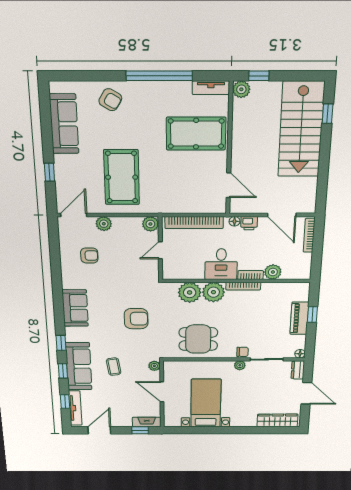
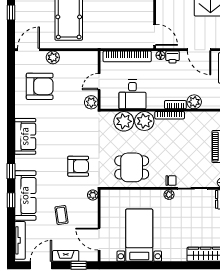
door: (228, 185) -> (155, 35), moved
plant: (150, 224) -> (91, 102), moved
armchair: (89, 256) -> (40, 86), width x1.88, depth x1.88
desk: (221, 264) -> (132, 94), moved
armchair: (136, 319) -> (78, 166), moved
coffee table: (114, 367) -> (61, 215), moved
door: (162, 392) -> (99, 239), moved
window: (65, 401) -> (11, 233), removed
fireplace: (147, 422) -> (66, 256), moved

